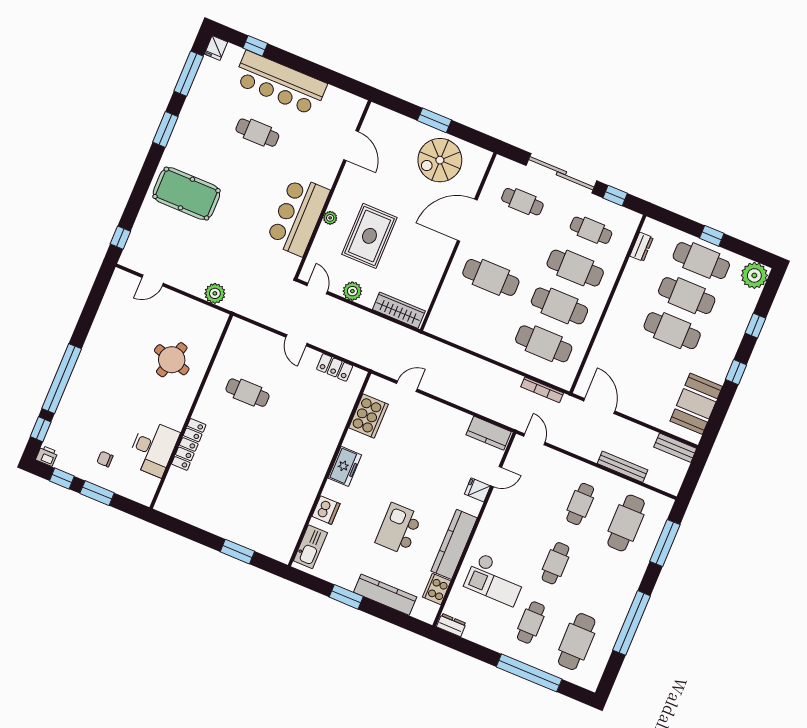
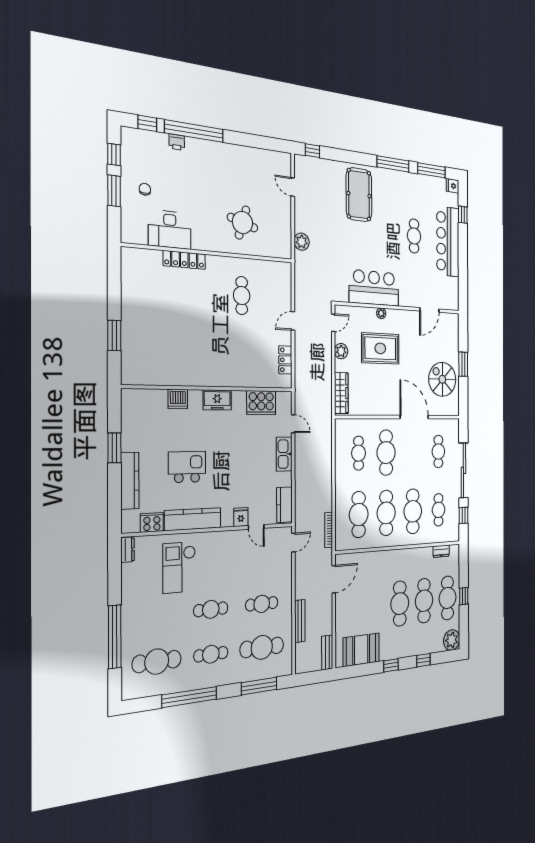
window: (165, 129) -> (393, 164), width x1.44
cafe table: (475, 315) -> (359, 453), added
printer: (47, 456) -> (177, 142), moved, turned 90
kitchen sink: (310, 547) -> (284, 454), moved, turned 90
cafe table: (531, 623) -> (211, 654), moved

